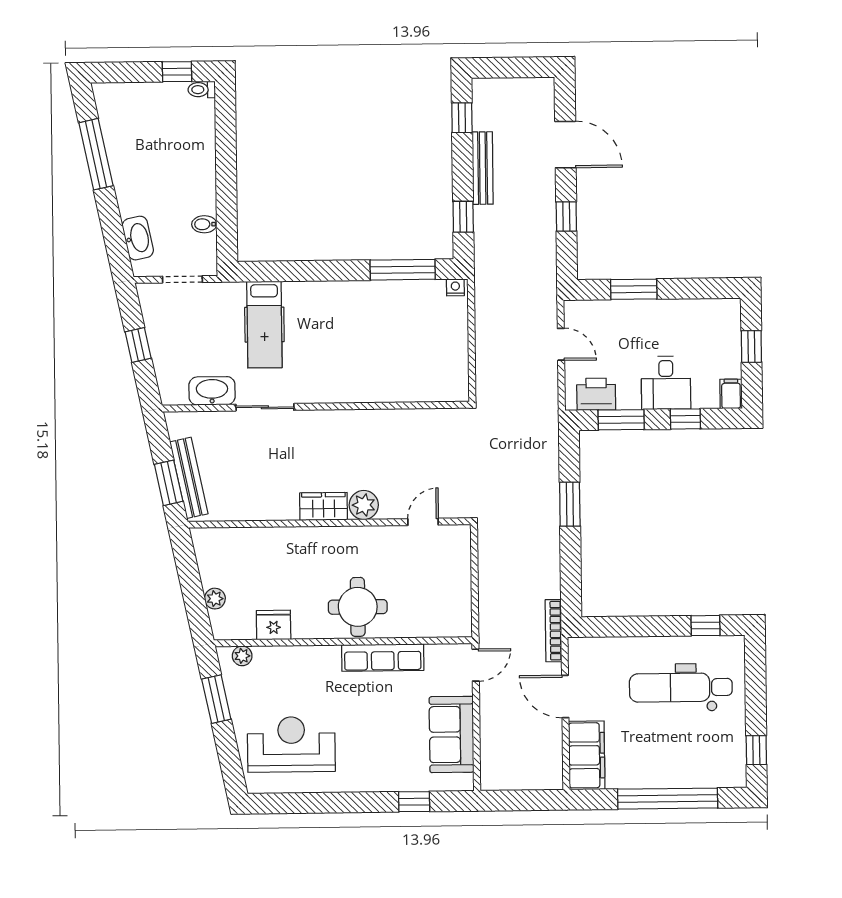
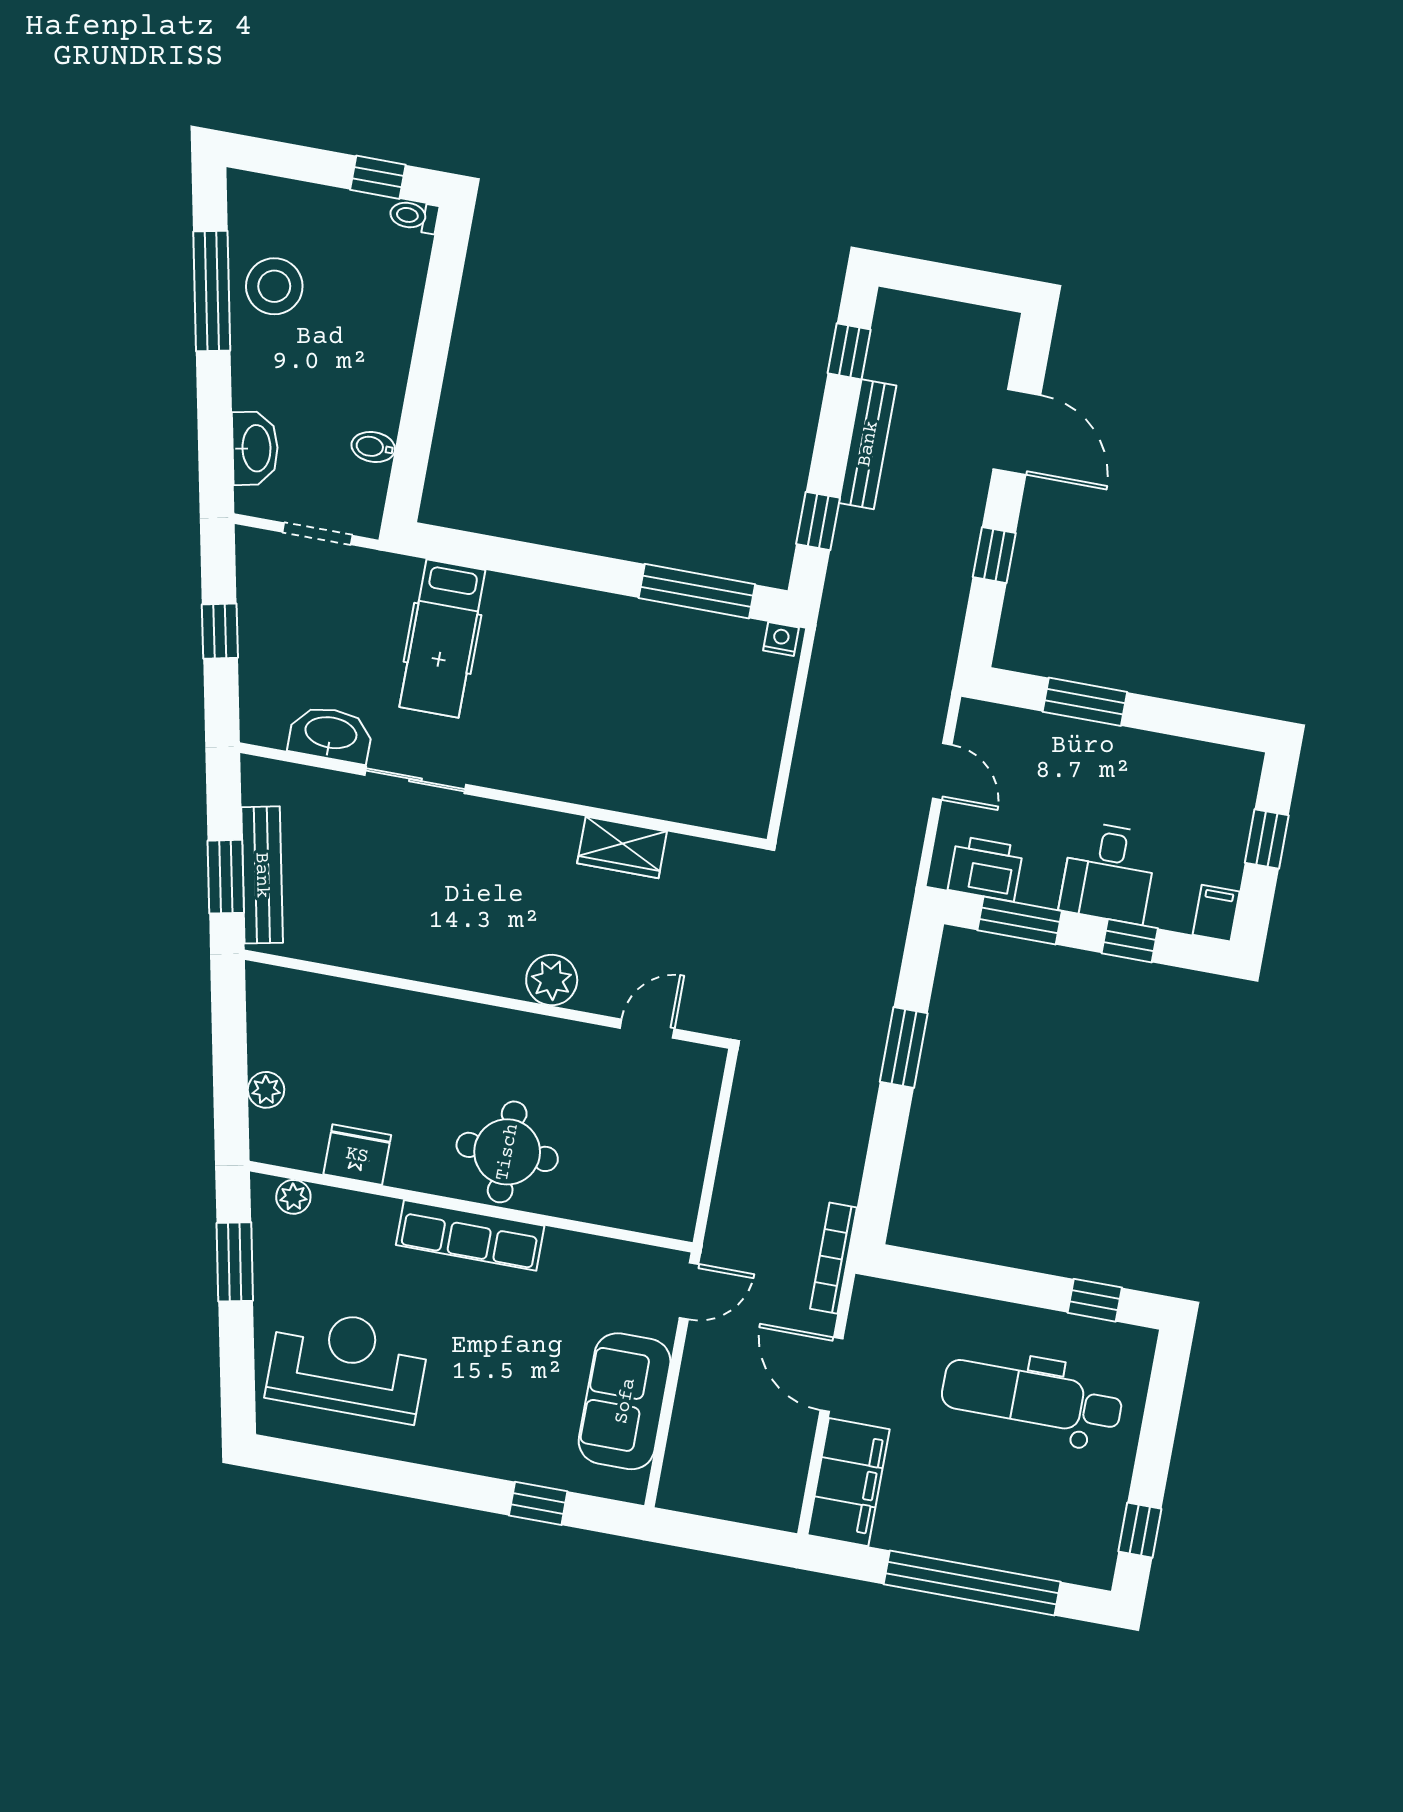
stool: (131, 145) -> (274, 286), added
wardrobe: (324, 506) -> (622, 847), moved, turned 180
row of seats: (383, 658) -> (470, 1235), moved

